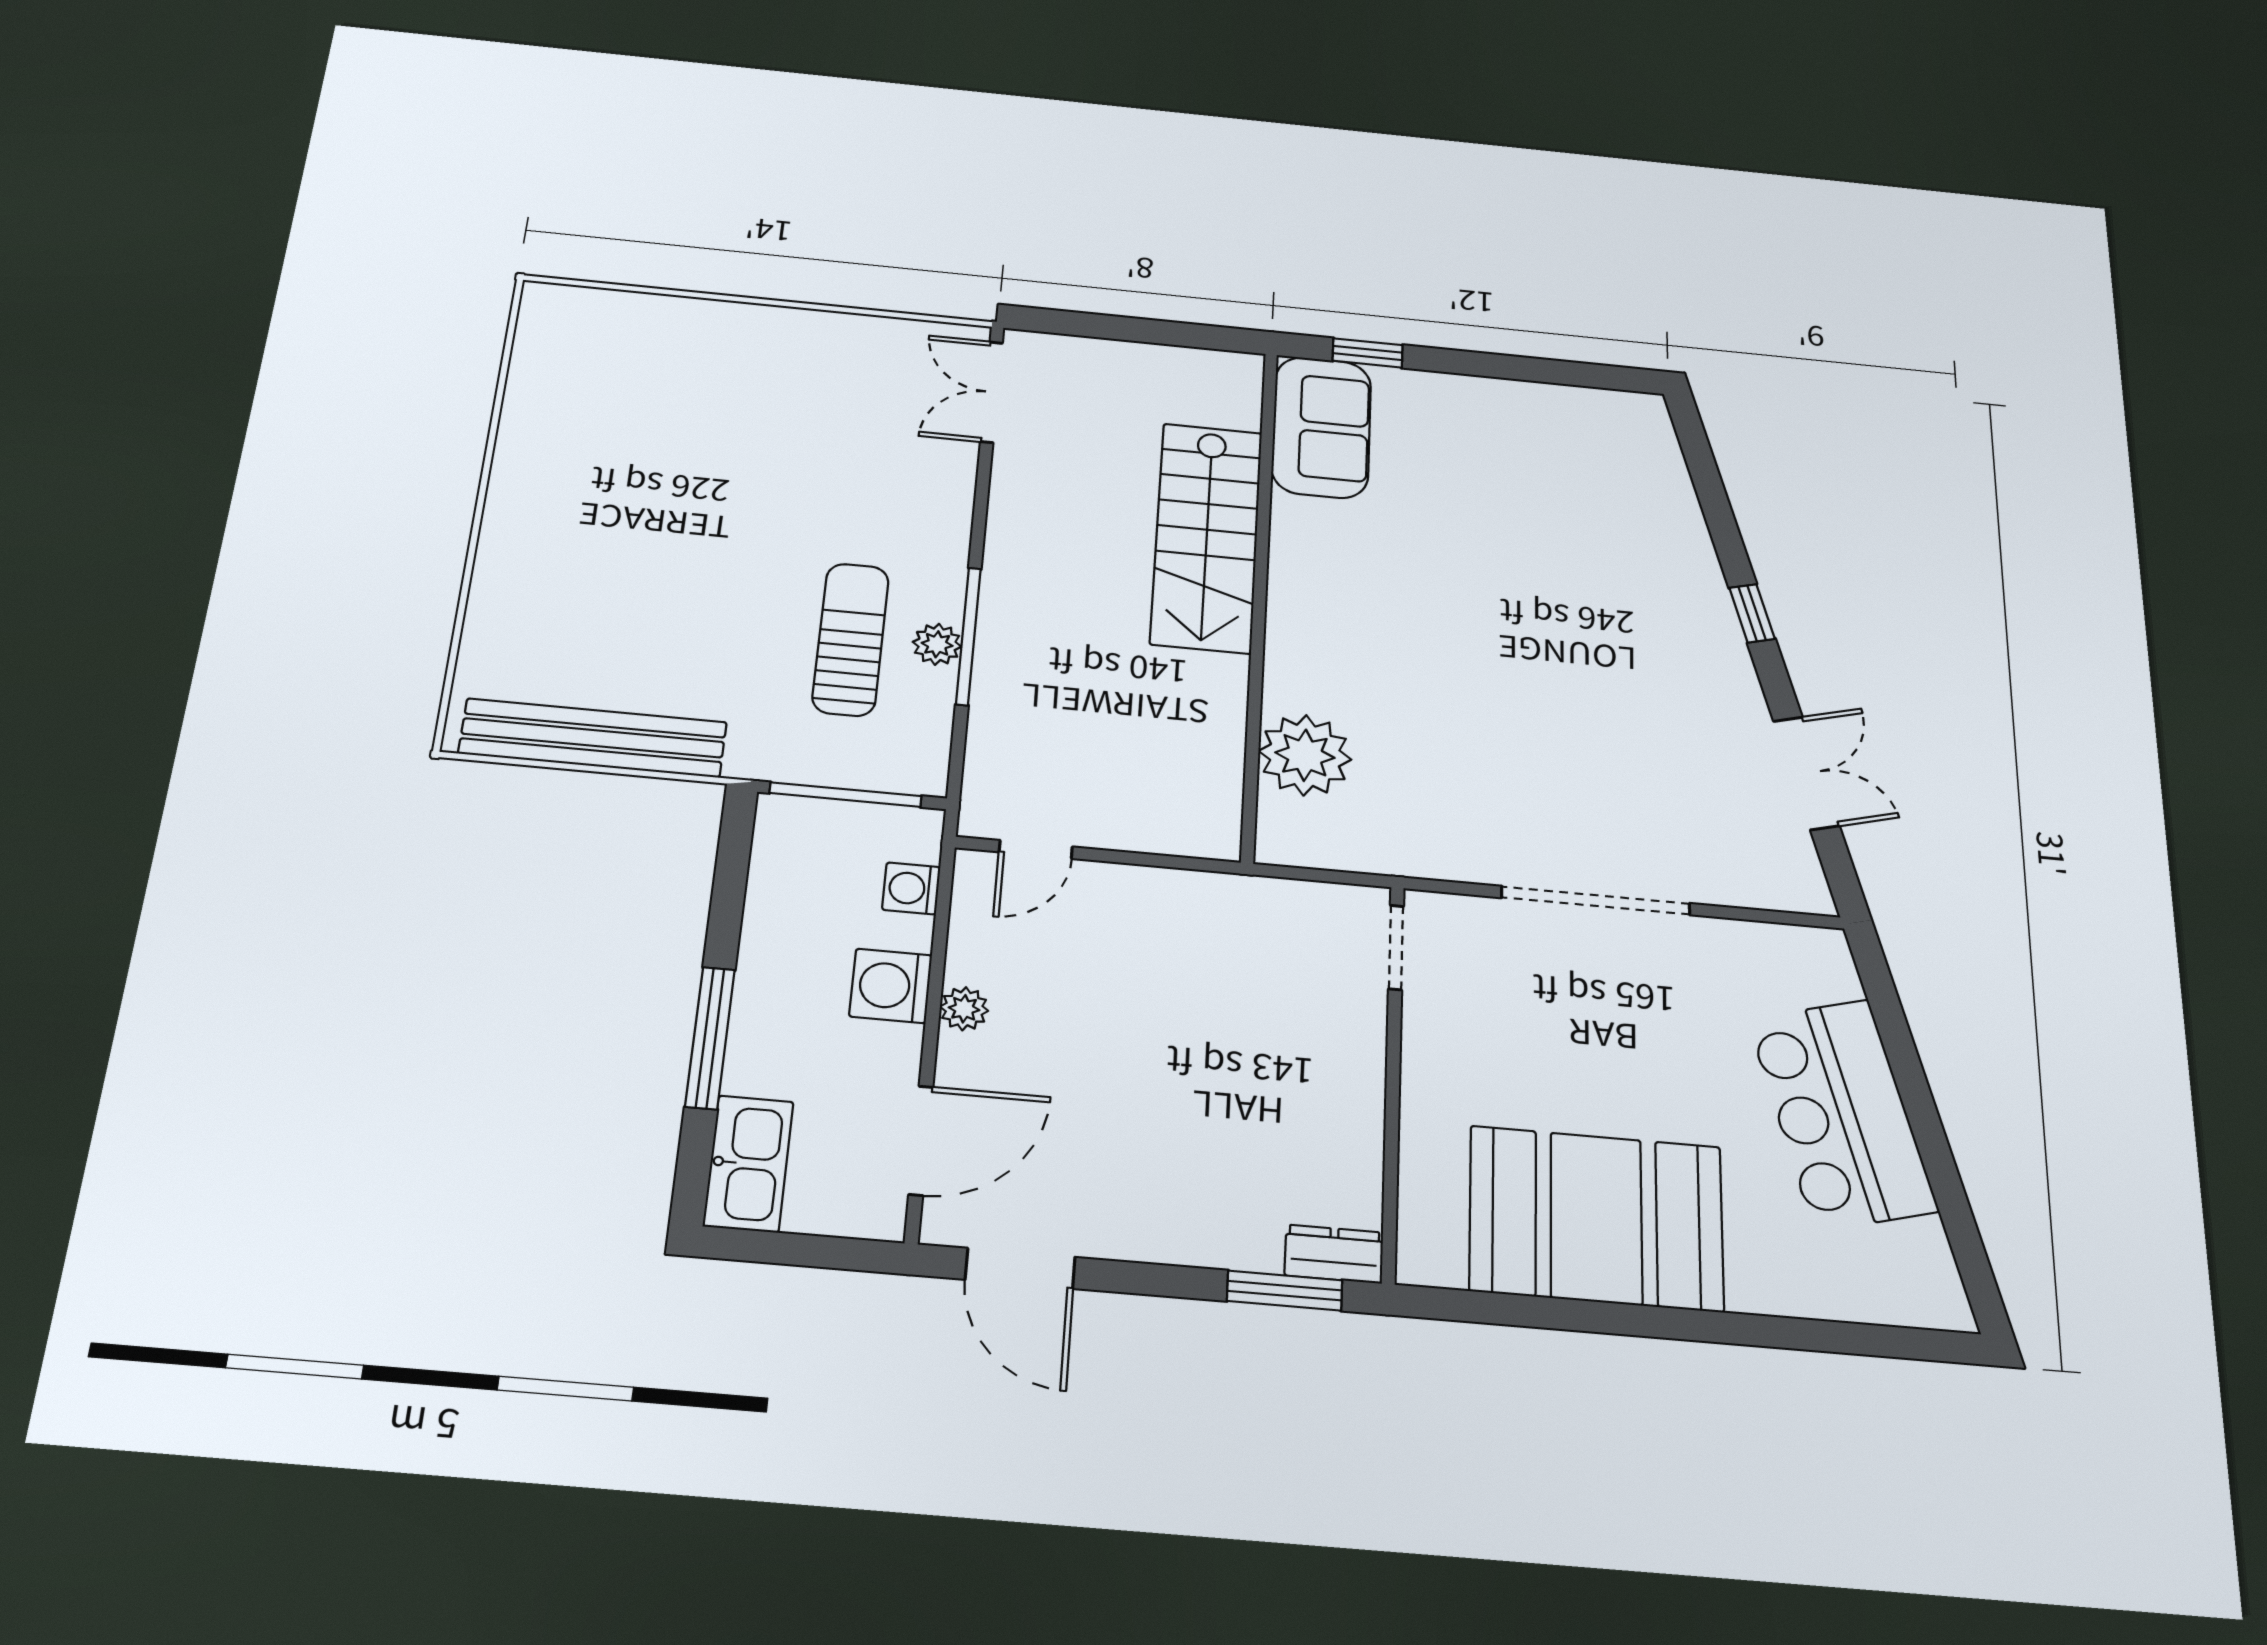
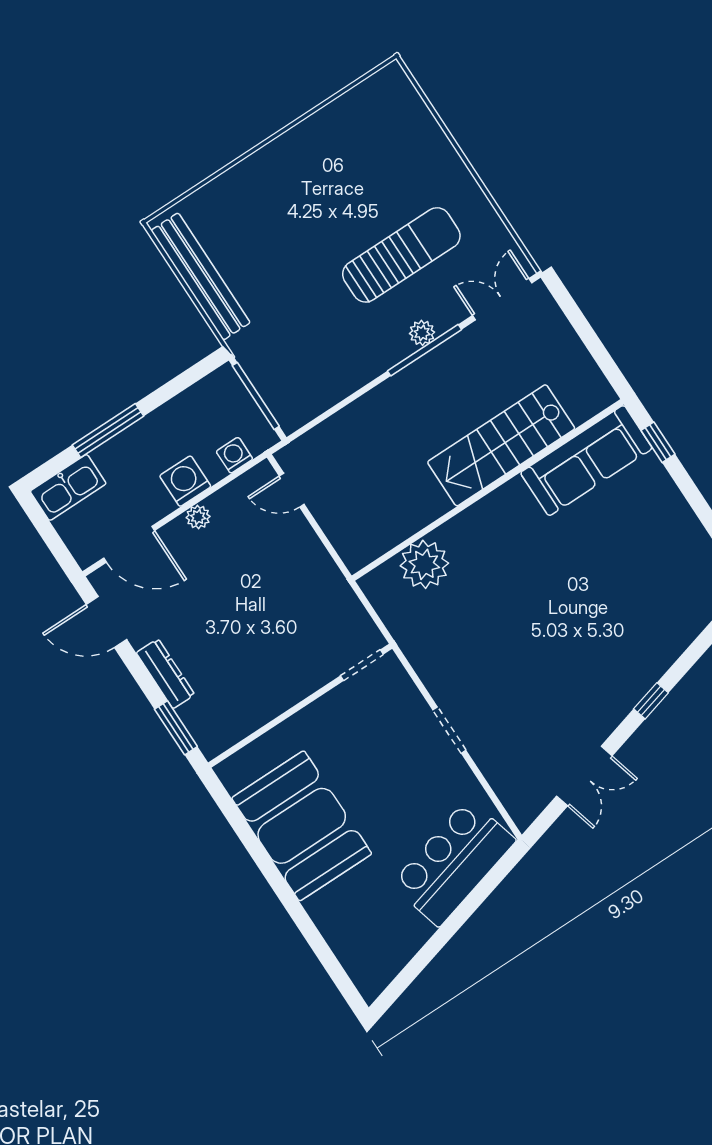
sofa: (1321, 427) -> (586, 461), width x1.36
window: (968, 636) -> (425, 350), moved
sun lounger: (851, 639) -> (401, 255), moved, width x1.36, depth x1.34
plant: (937, 644) -> (422, 333), moved
doorway: (1596, 901) -> (449, 730), width x0.53
bar counter: (1842, 1114) -> (453, 862), moved
dresser: (1334, 1254) -> (165, 674), moved, width x1.44
door: (1020, 1268) -> (106, 622), hinge flipped

